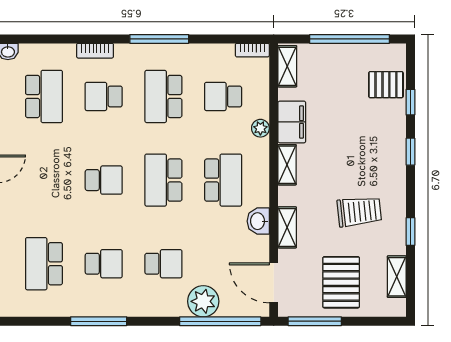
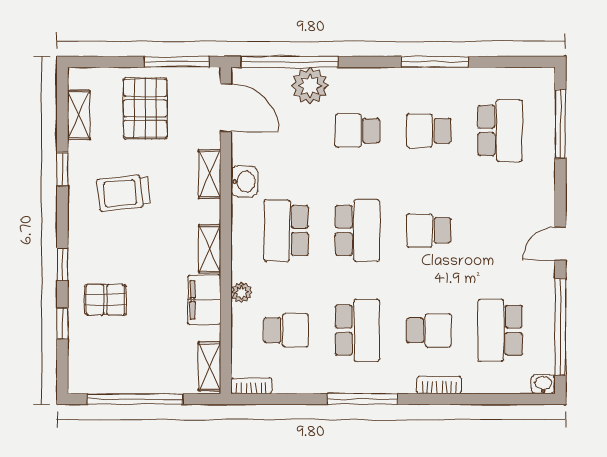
pallet: (386, 85) -> (105, 300), moved

